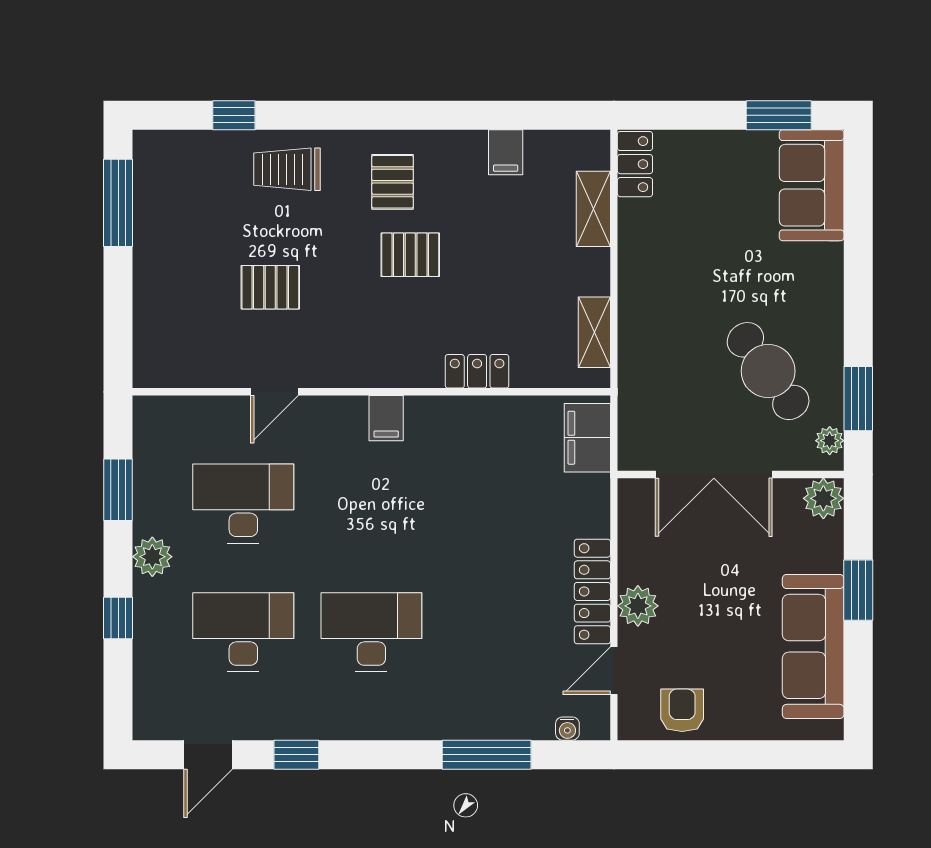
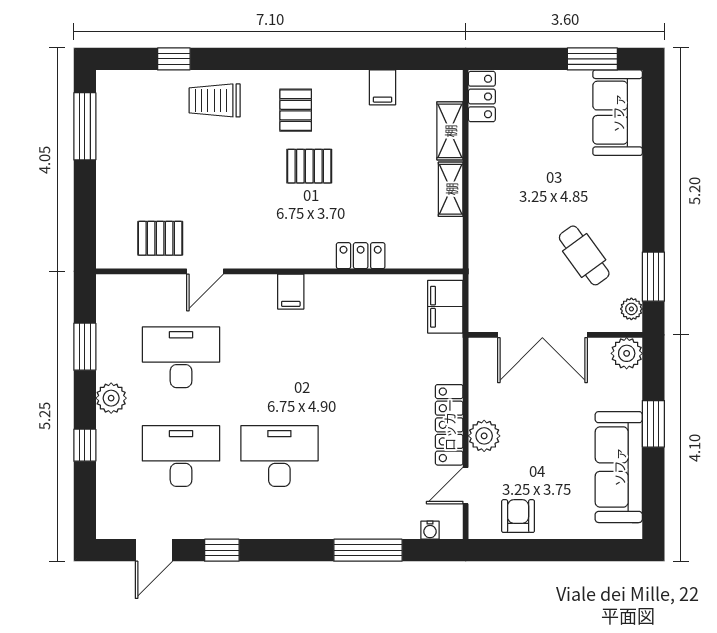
pallet: (270, 287) -> (160, 238), moved
shelving: (594, 332) -> (451, 189), moved
cafe table: (768, 371) -> (584, 255), width x0.73, depth x0.74

